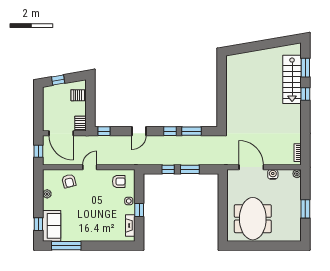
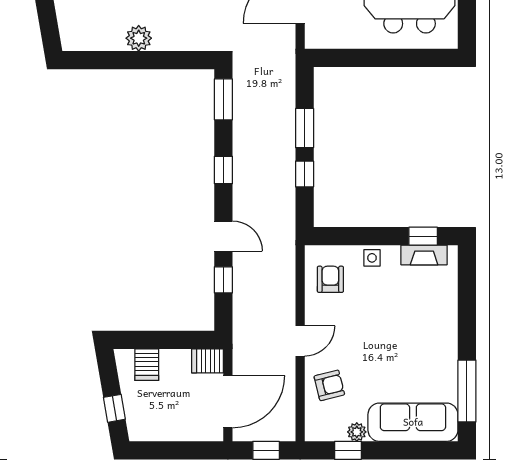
plant: (232, 91) -> (139, 38), added
window: (104, 131) -> (223, 280), moved
window: (192, 131) -> (223, 99), moved
door: (90, 167) -> (300, 341), swing flipped
window: (139, 210) -> (423, 236), moved
window: (38, 224) -> (348, 450), moved
sofa: (52, 226) -> (413, 422), width x1.36

